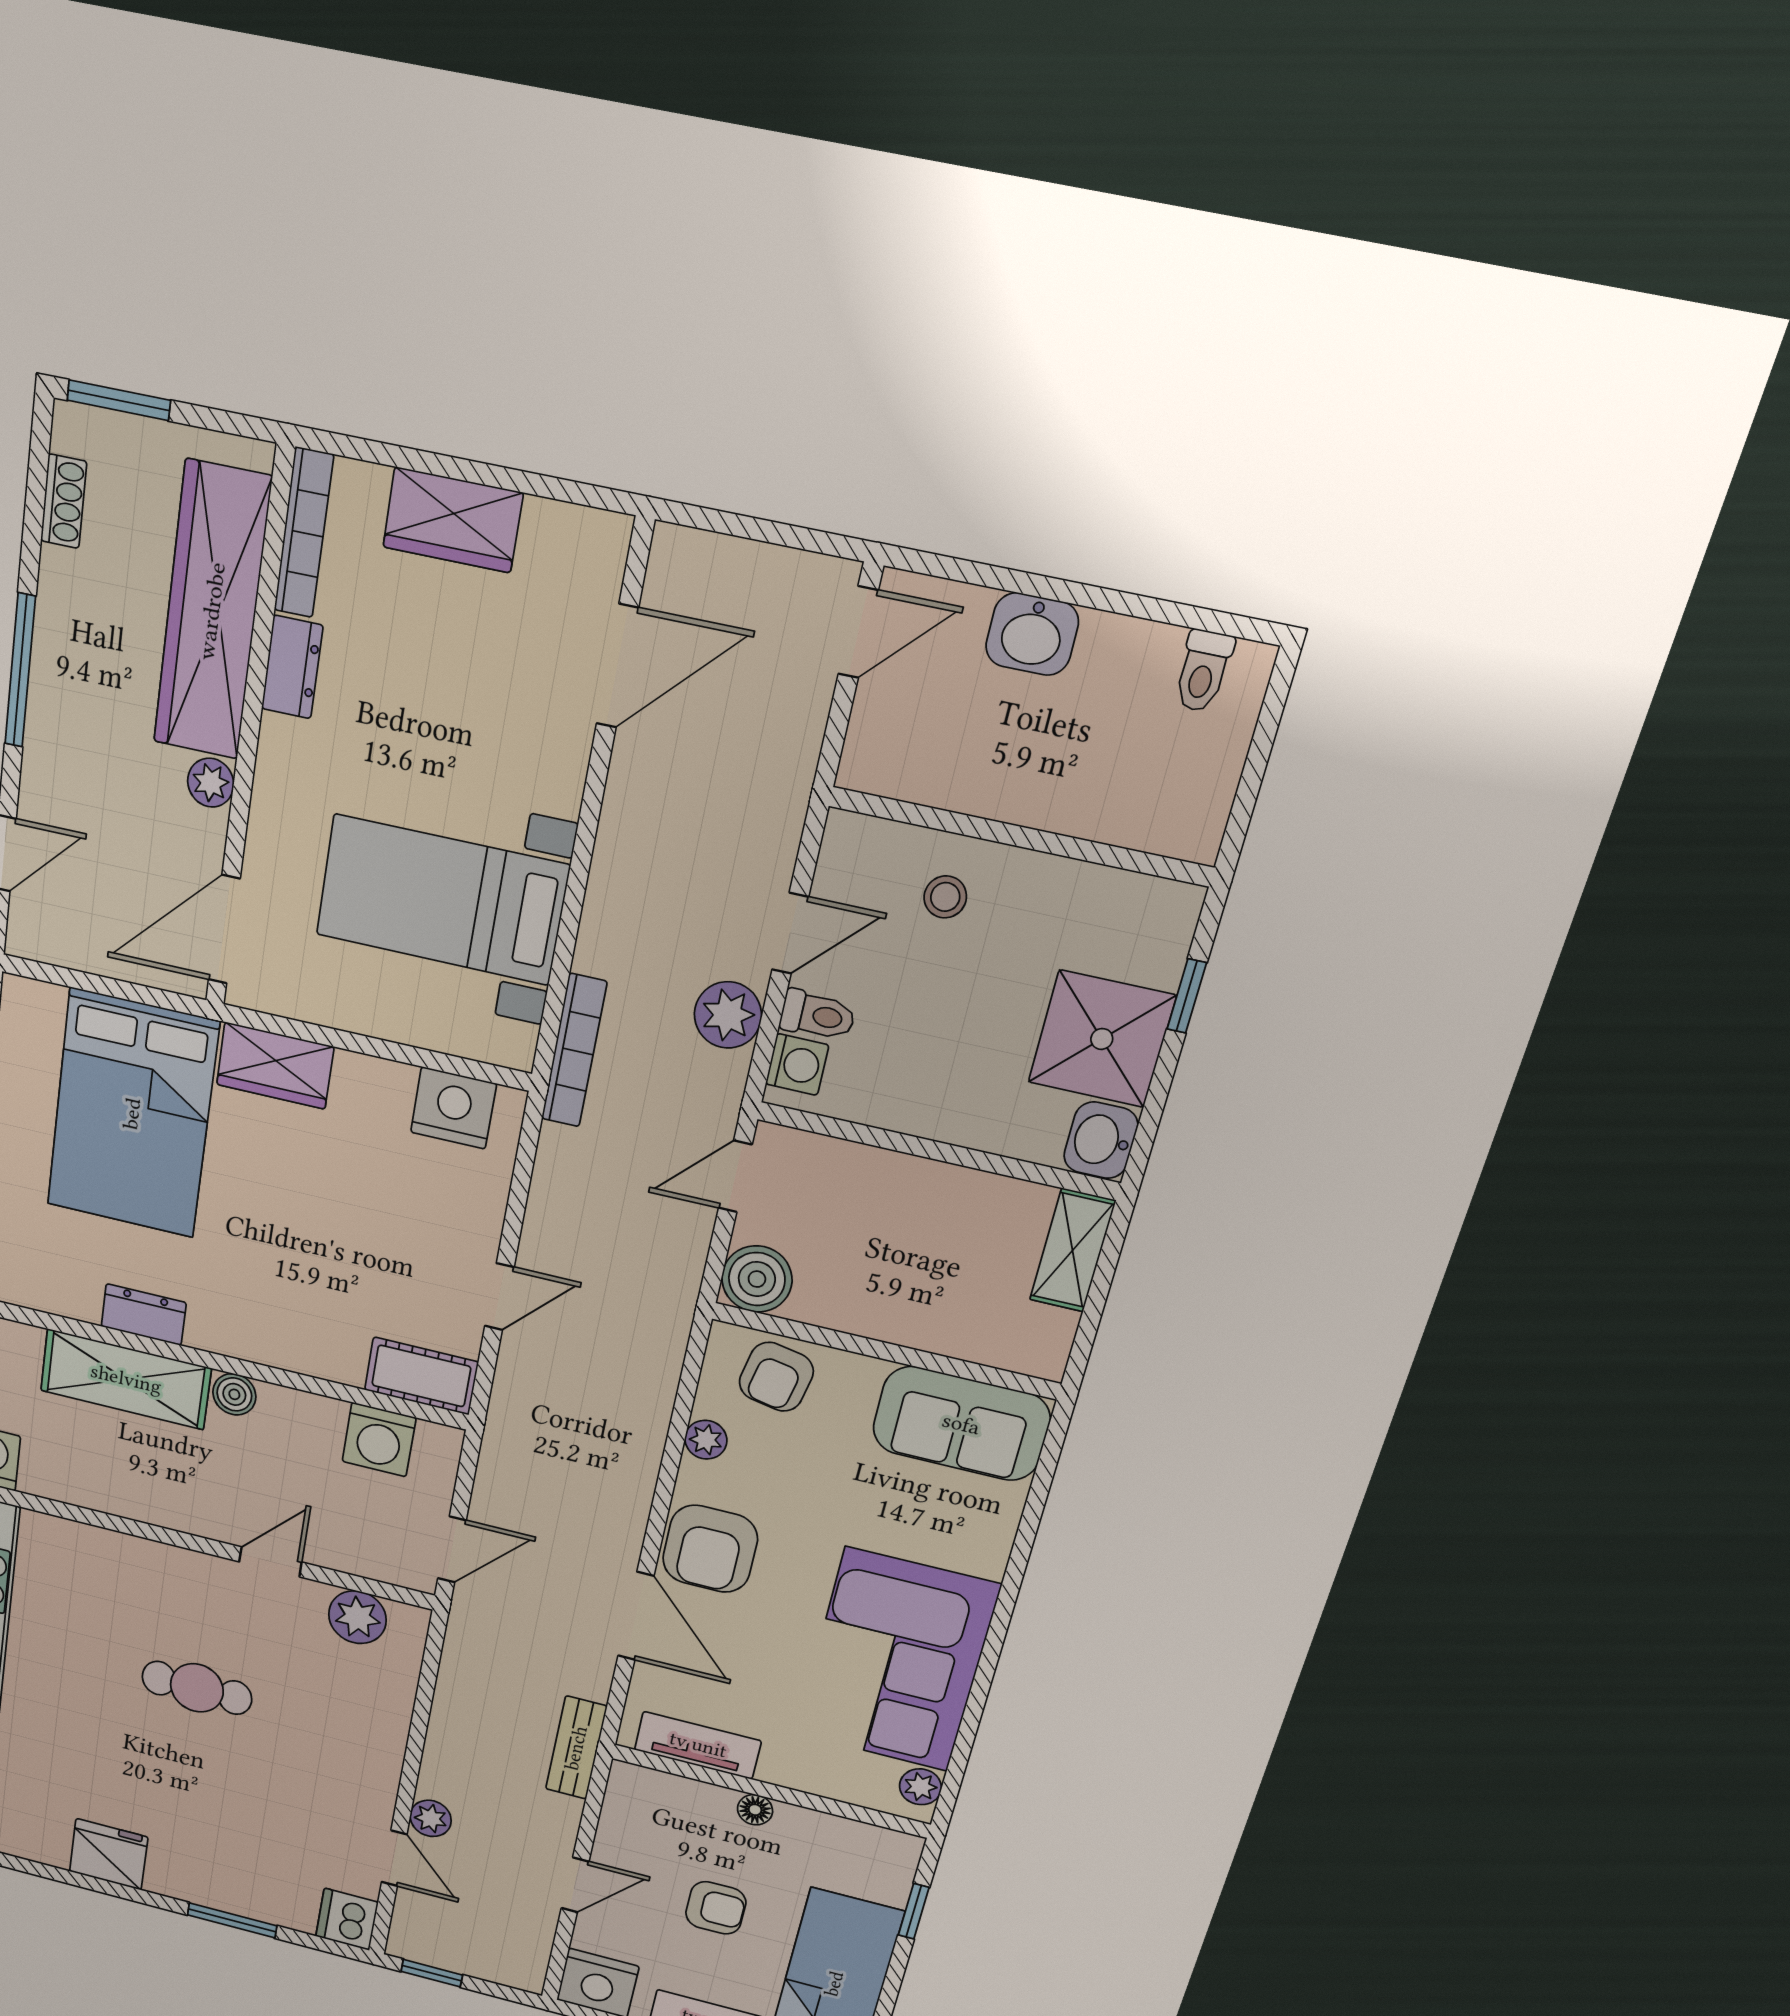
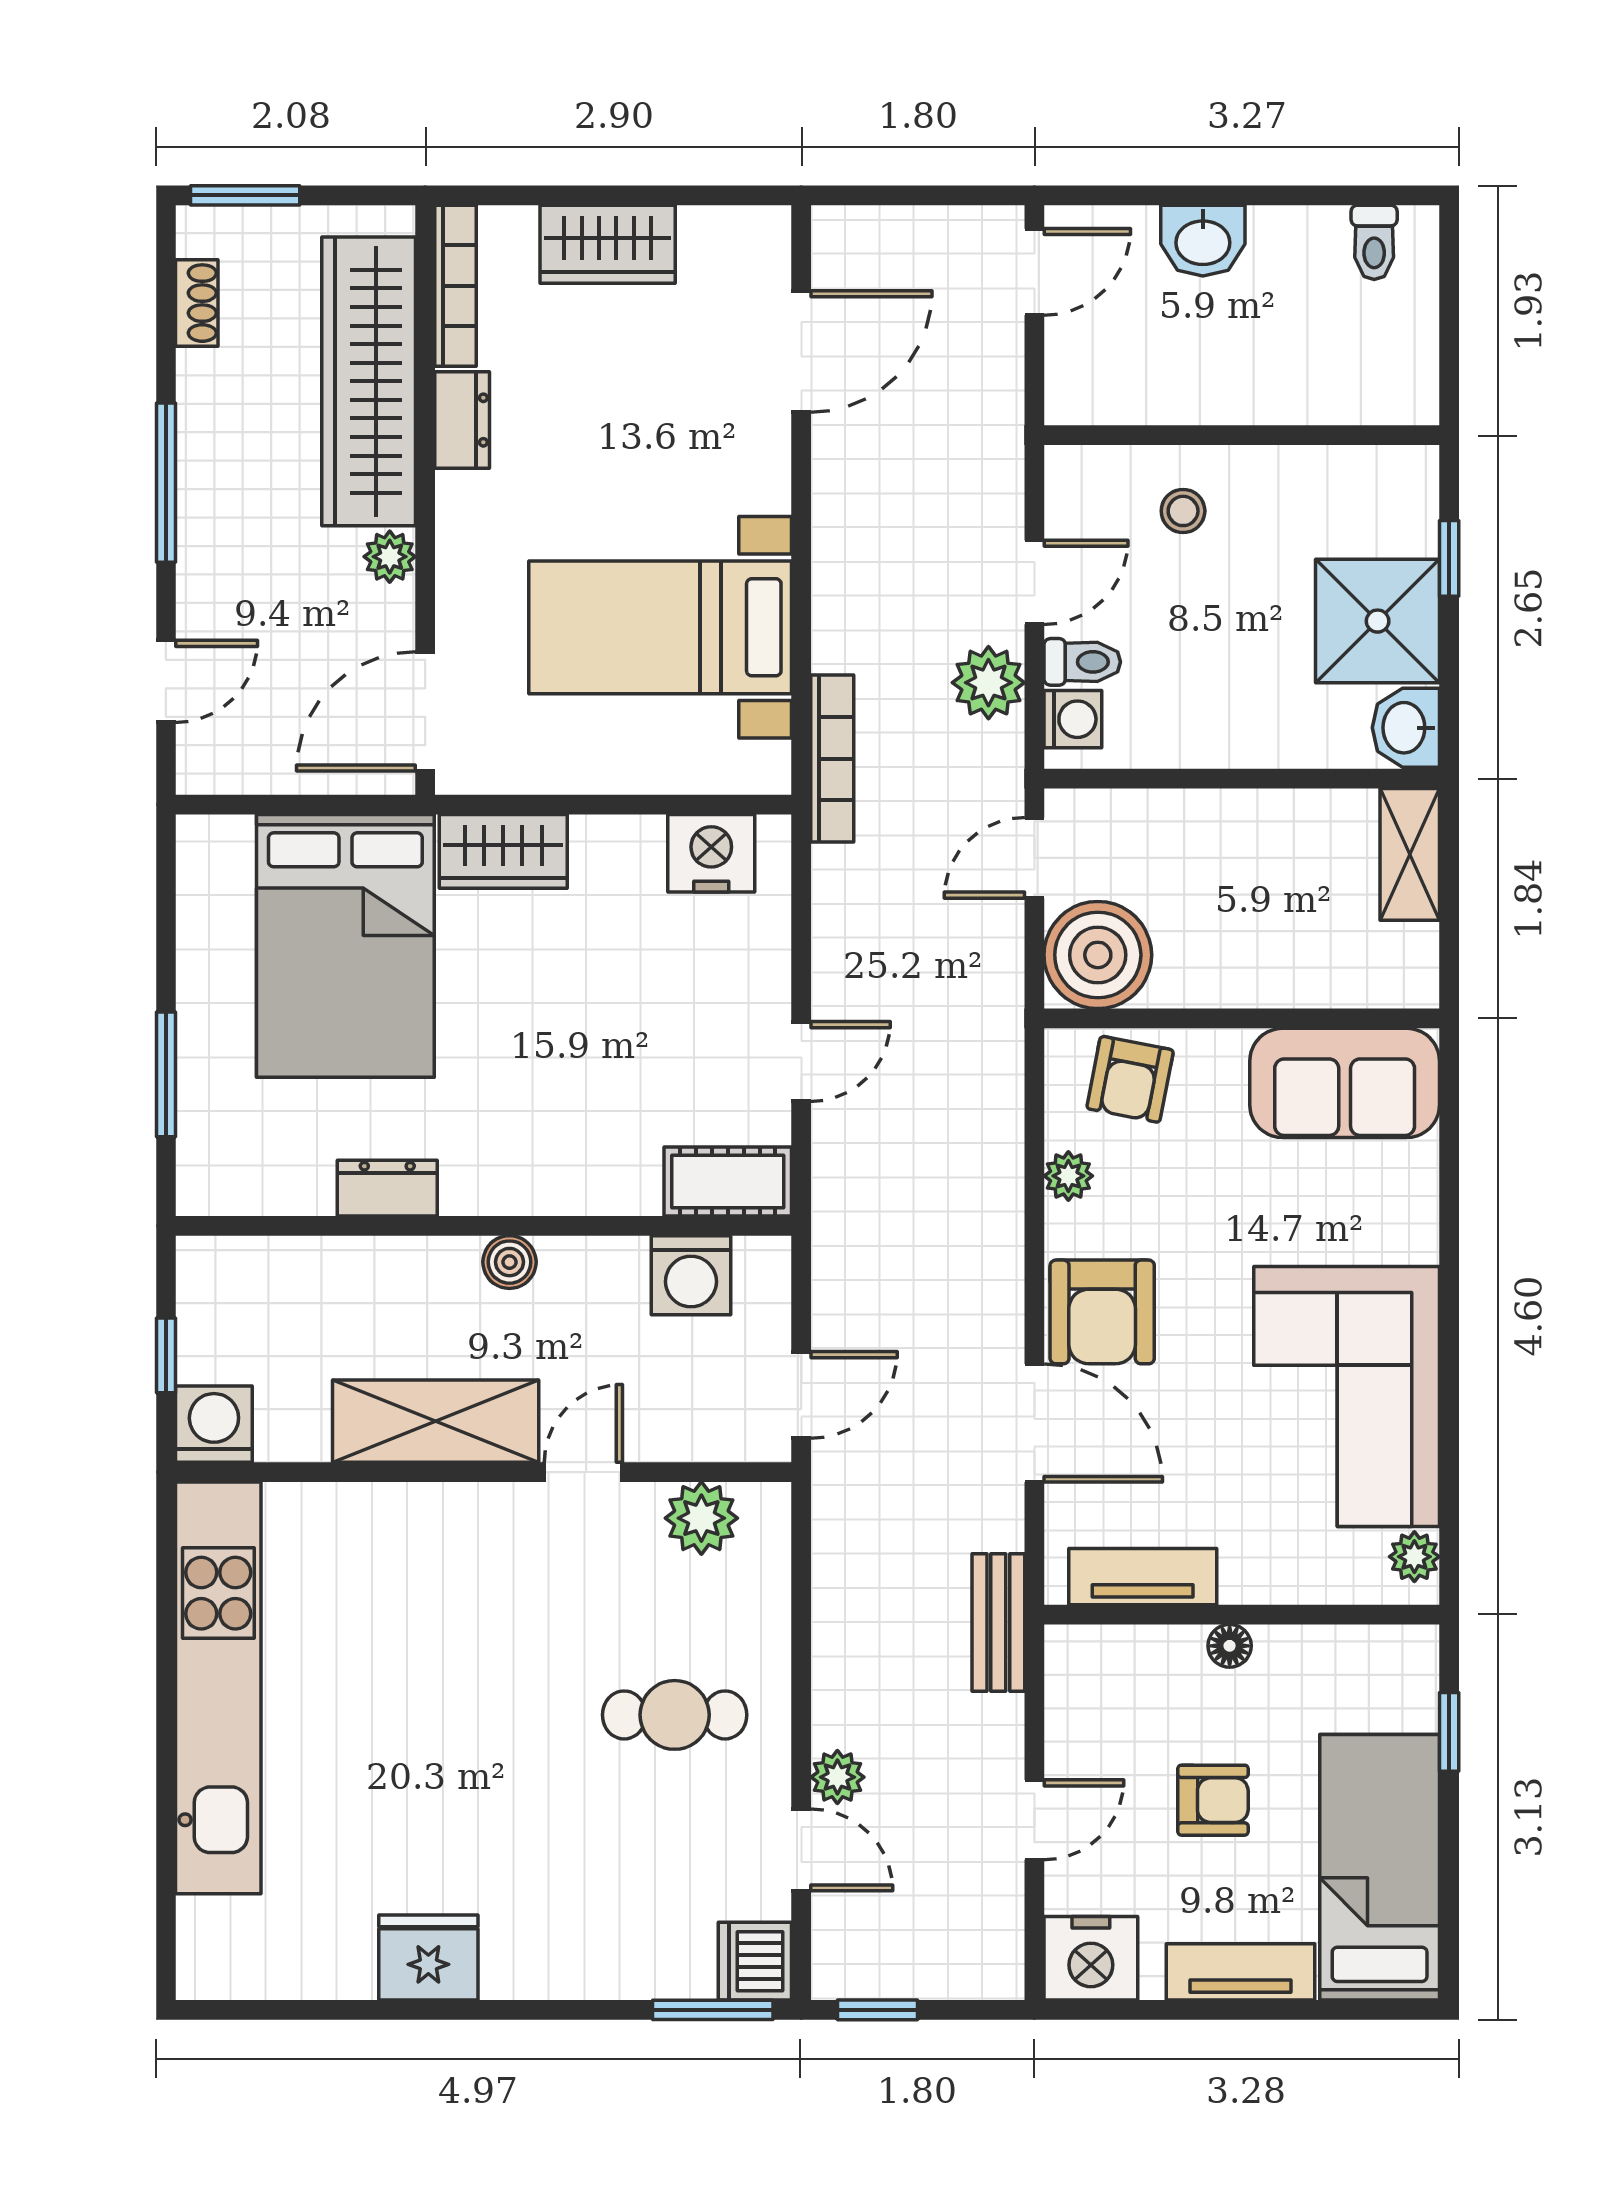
boiler: (757, 1279) -> (1098, 955), width x1.37, depth x1.37
shelving: (126, 1379) -> (436, 1421), moved
cafe table: (197, 1688) -> (675, 1715), moved
window: (232, 1920) -> (713, 2010), moved

